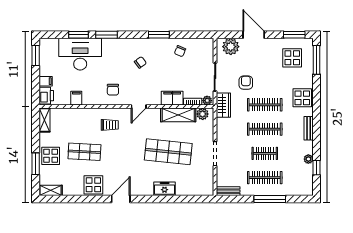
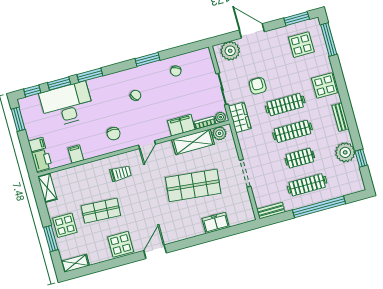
window: (54, 35) -> (32, 91), added
plant: (308, 159) -> (345, 152), width x1.88, depth x1.88
freezer: (165, 189) -> (216, 223), moved
window: (270, 199) -> (319, 207), width x1.46

